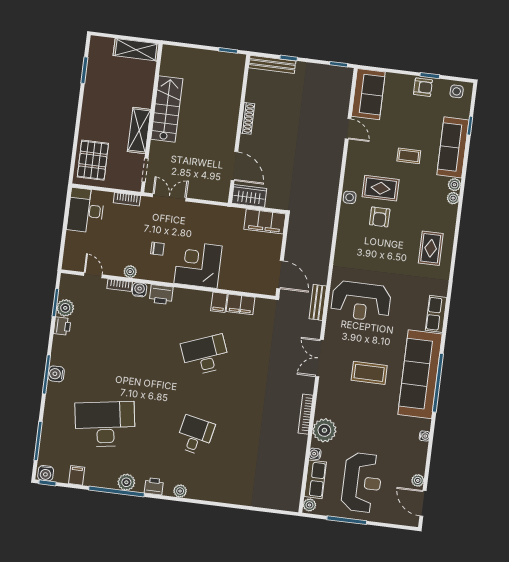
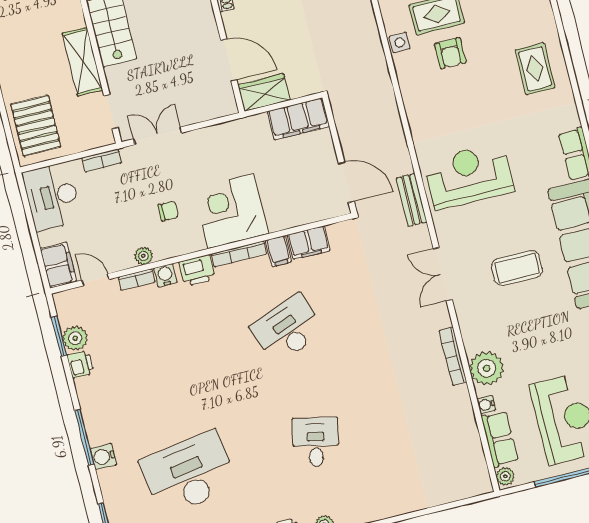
filing cabinet: (73, 256) -> (58, 265), added
bookcase: (192, 294) -> (239, 254), added
reception desk: (361, 301) -> (469, 176), turned 180
water cooler: (56, 374) -> (103, 457), moved

